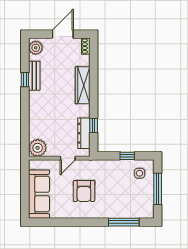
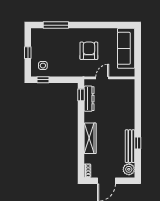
bench: (34, 76) -> (130, 146), width x1.36
window: (94, 126) -> (81, 95), moved
plant: (38, 148) -> (127, 87), removed
window: (127, 156) -> (43, 80), moved
window: (158, 189) -> (28, 53), width x0.46

